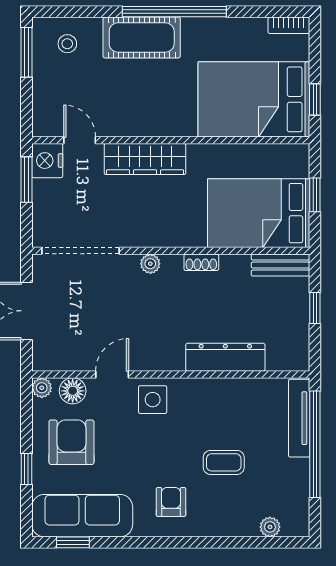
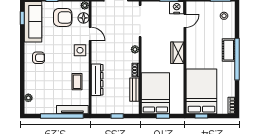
cot: (142, 38) -> (229, 50), width x0.73, depth x0.75
wardrobe: (145, 159) -> (177, 53), width x0.67
bench: (280, 265) -> (134, 90), moved
coffee table: (224, 462) -> (77, 82), moved

